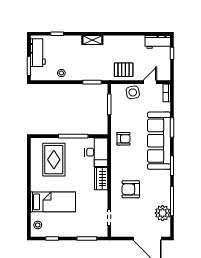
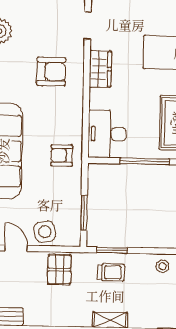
trolley: (92, 69) -> (111, 272), added
pallet: (124, 70) -> (59, 270), turned 90
door: (150, 82) -> (16, 248), swing flipped
wardrobe: (101, 179) -> (100, 69), moved

